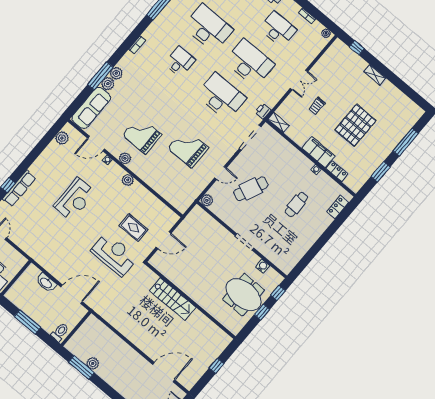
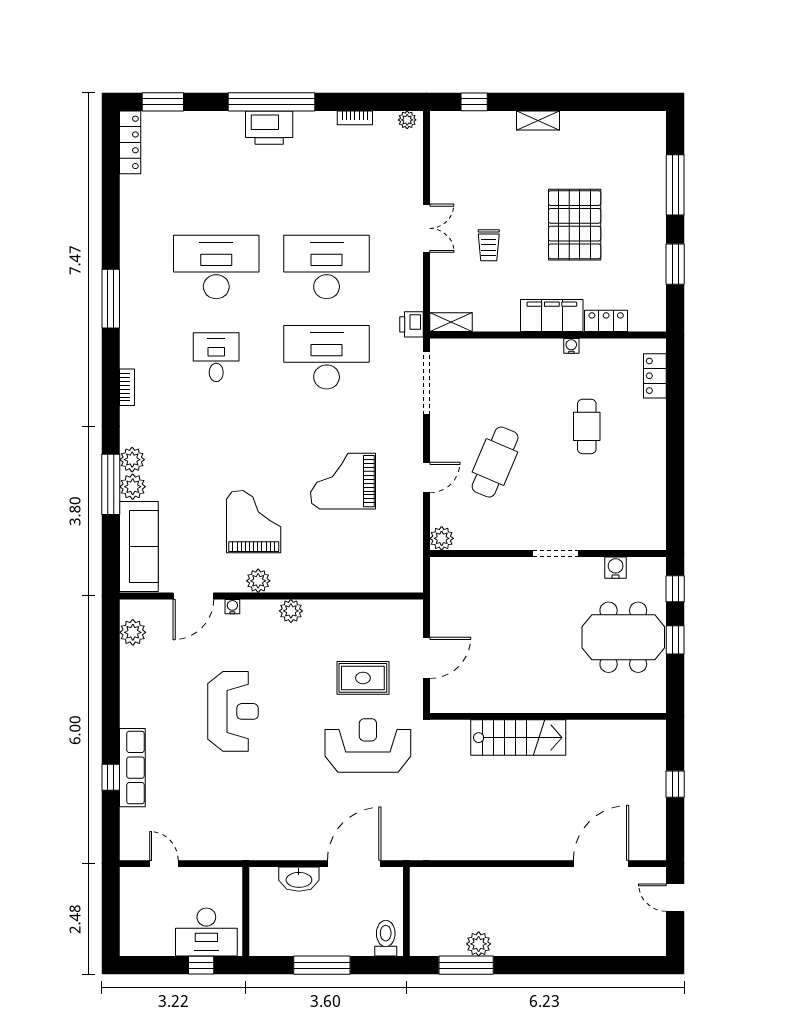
desk: (278, 29) -> (327, 177), removed
grand piano: (142, 135) -> (254, 522), turned 90

